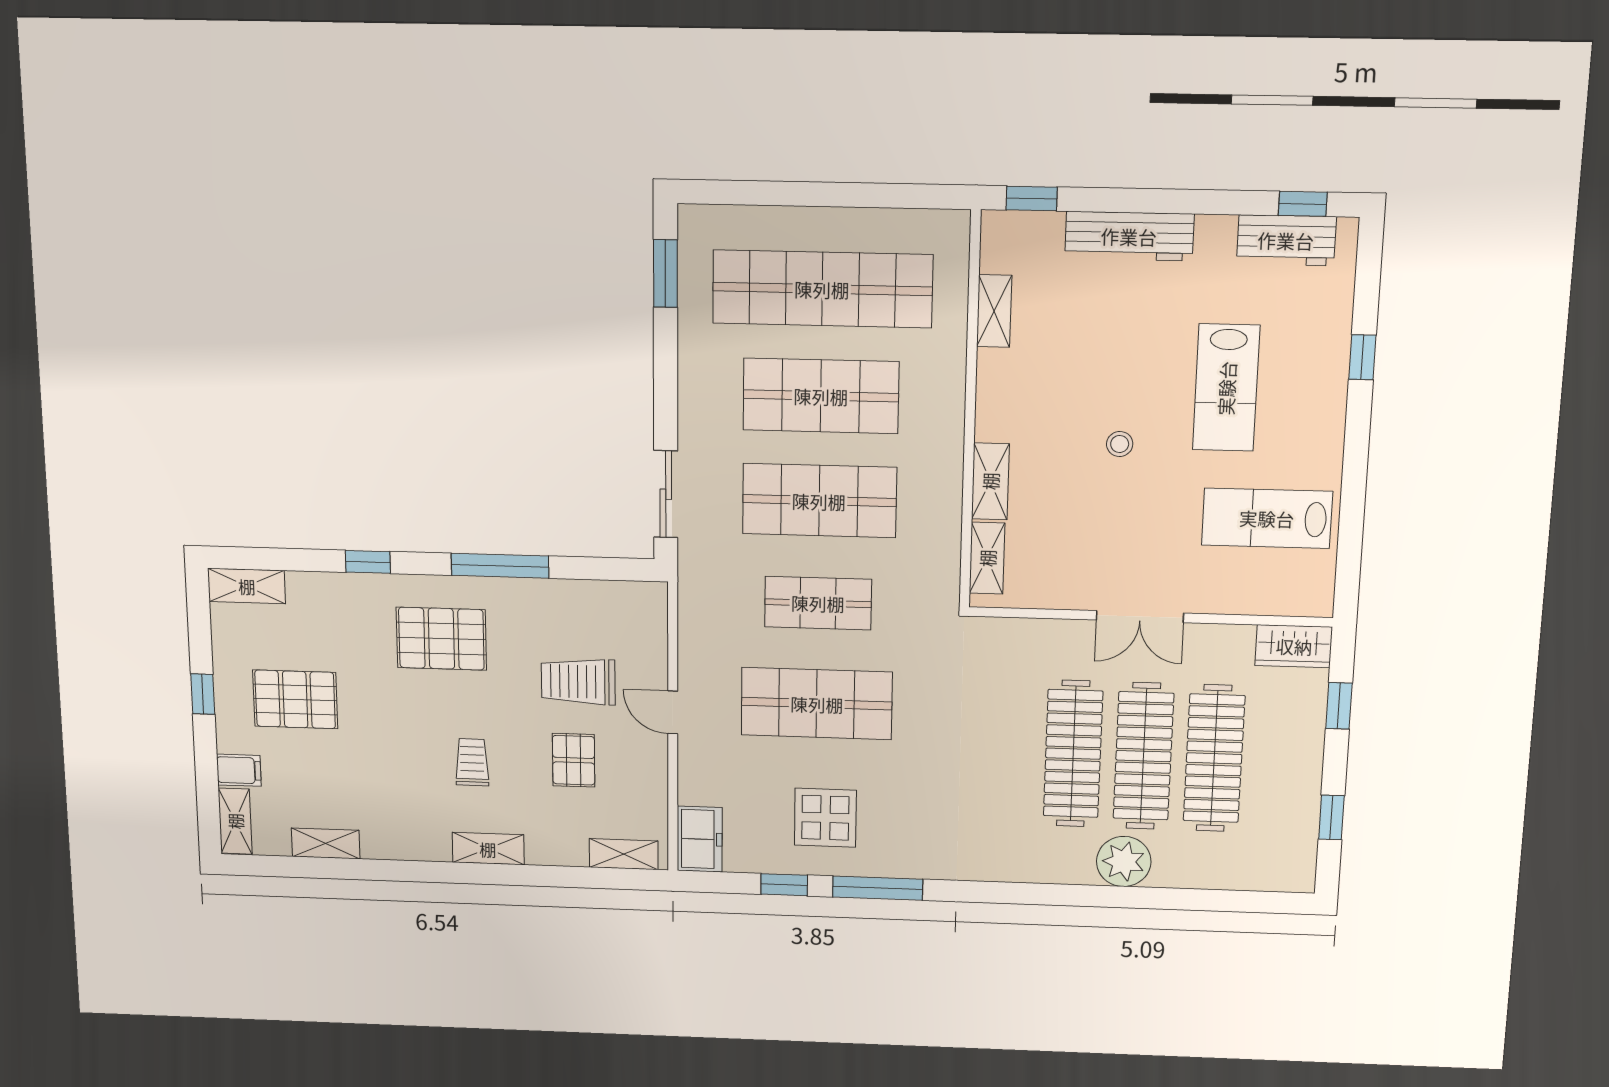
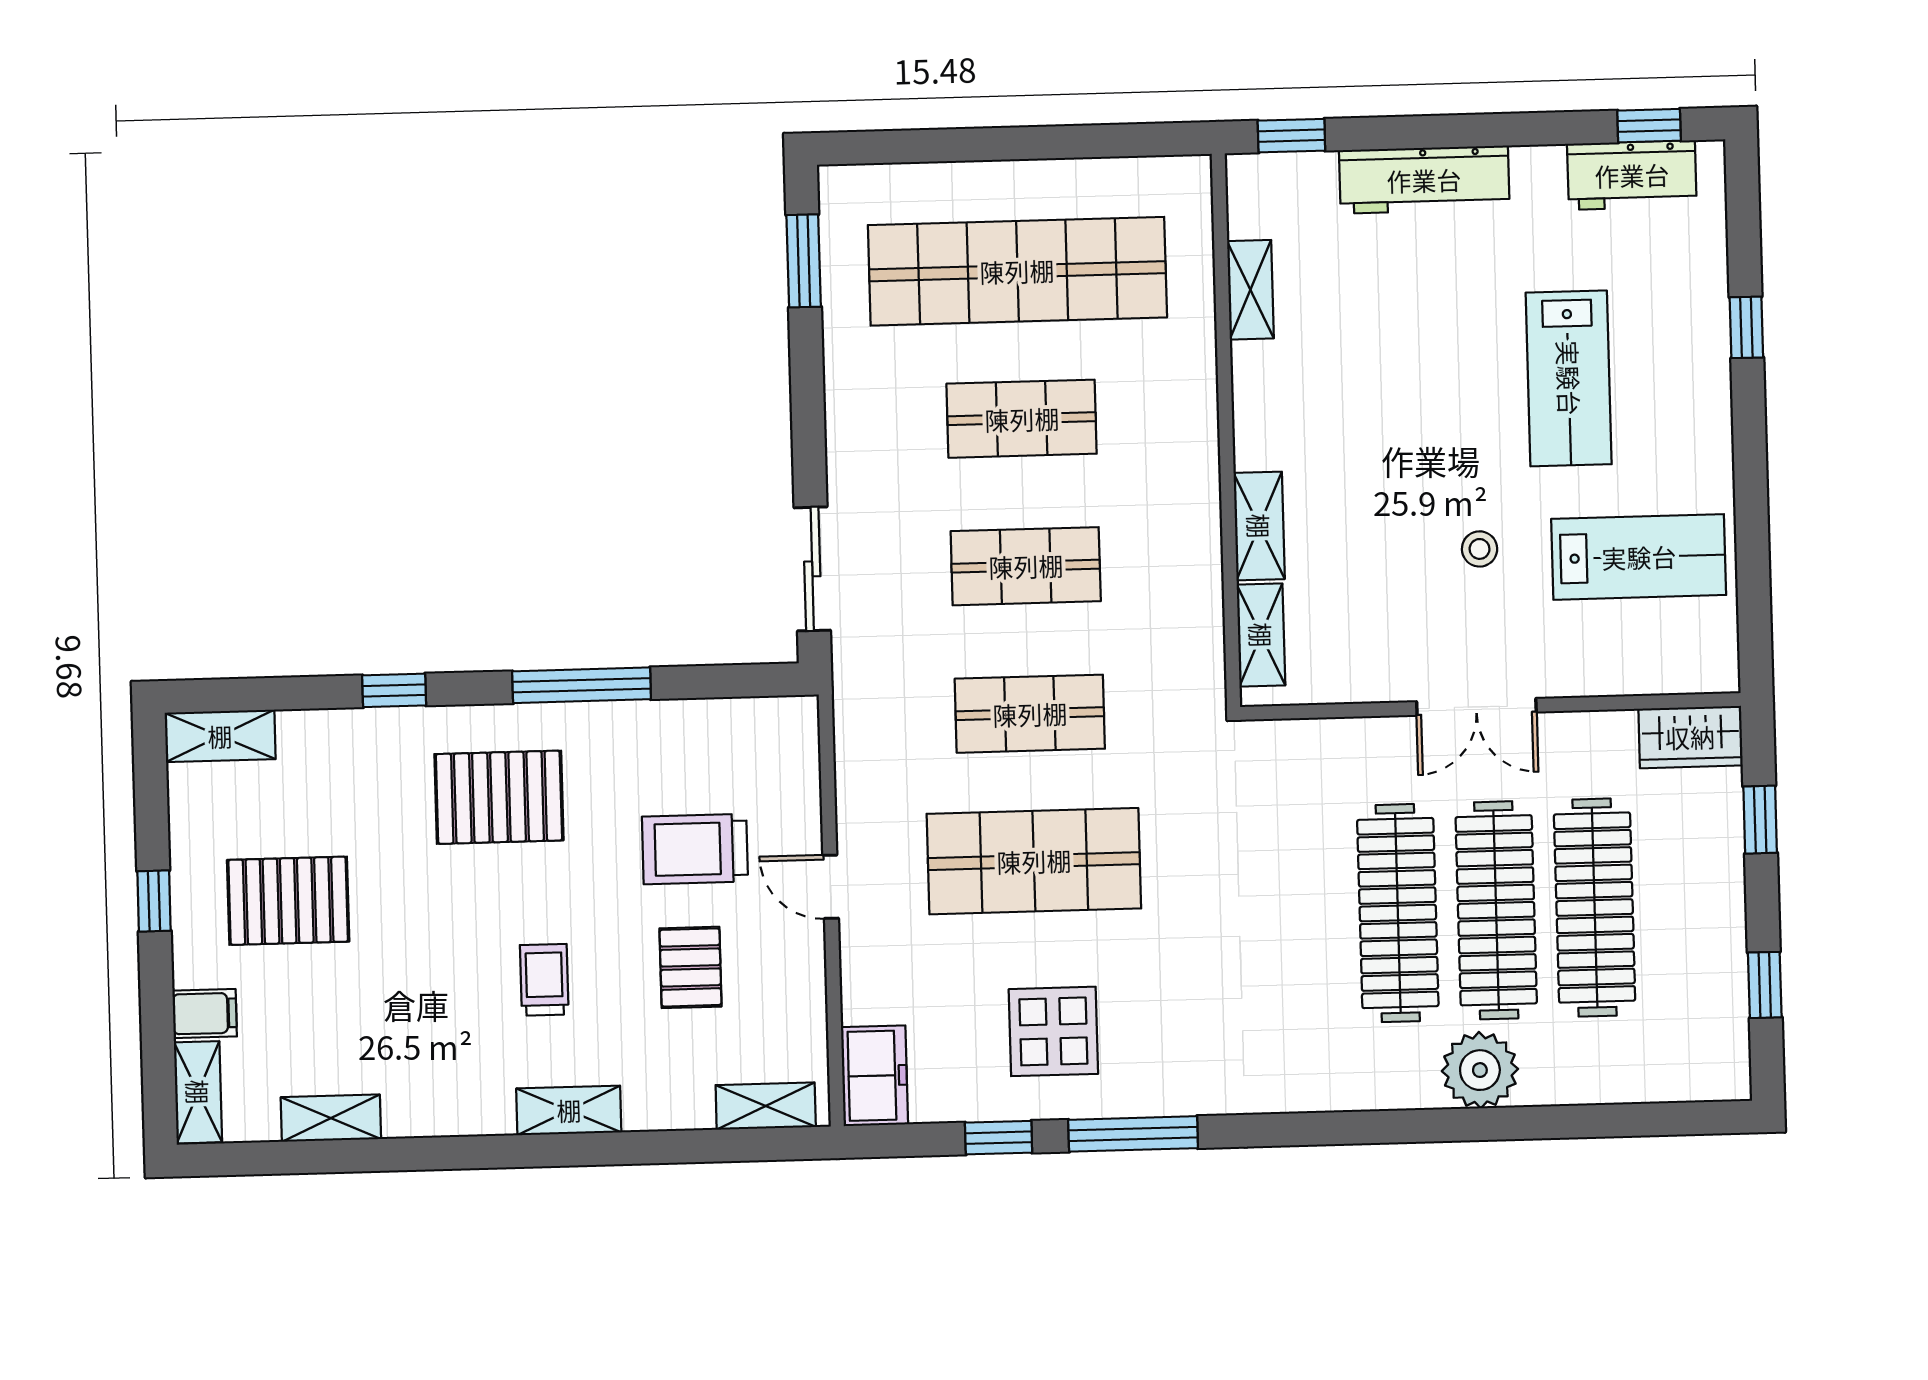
shop shelf: (821, 396) -> (1022, 419), width x0.70, depth x0.74
stool: (1120, 444) -> (1480, 549), moved
shop shelf: (819, 501) -> (1026, 566), width x0.70, depth x0.74
lab bench: (1267, 518) -> (1639, 557), turned 180

